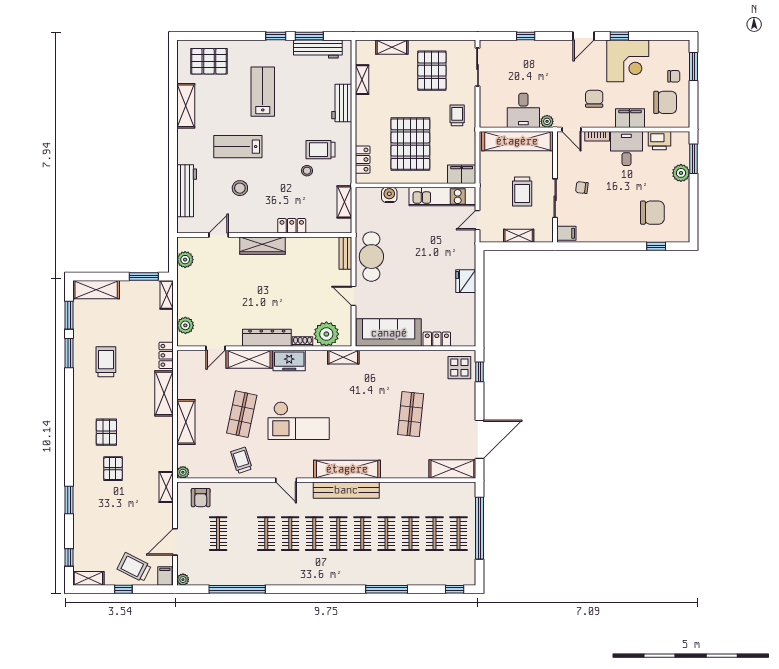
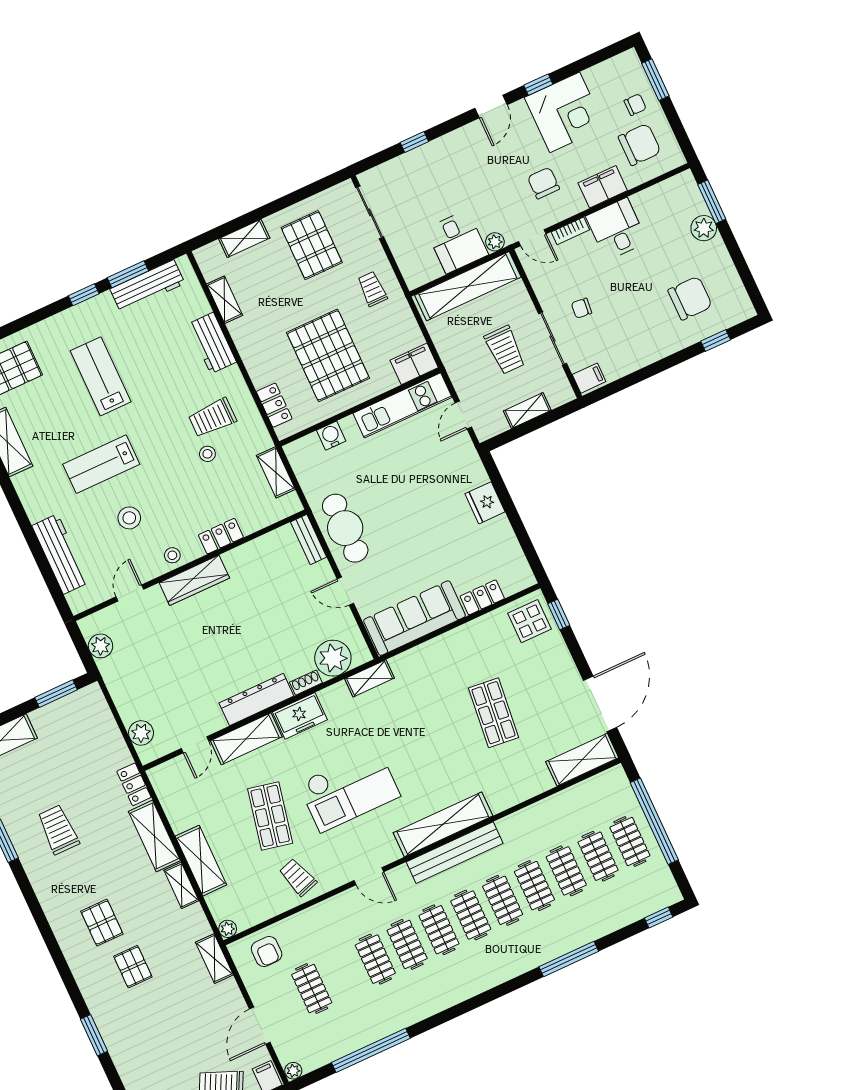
printer: (659, 141) -> (656, 199), removed
stool: (256, 224) -> (172, 555), added
shelving: (167, 295) -> (181, 885), moved

